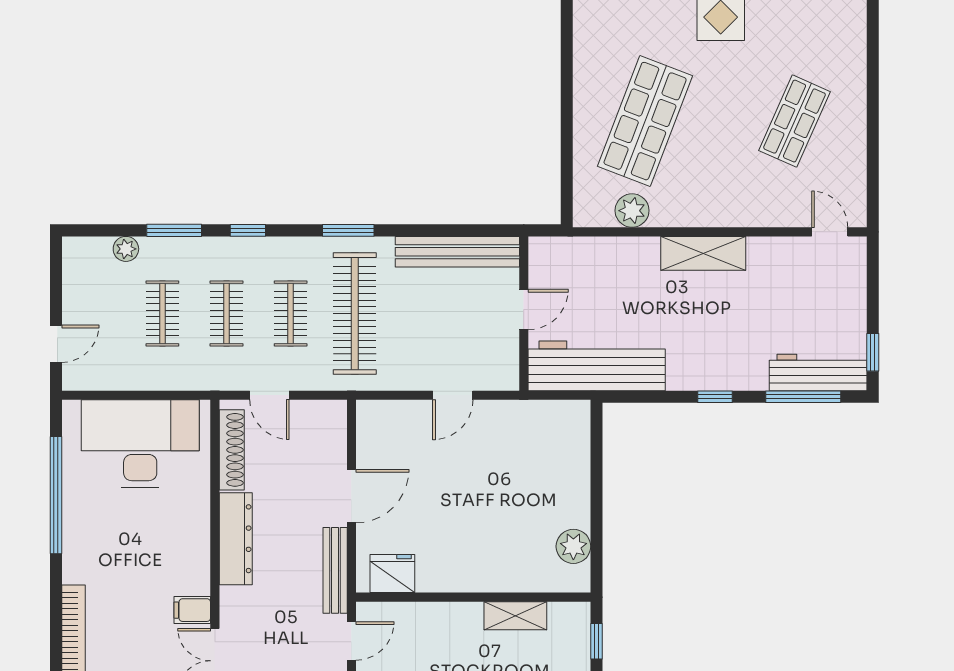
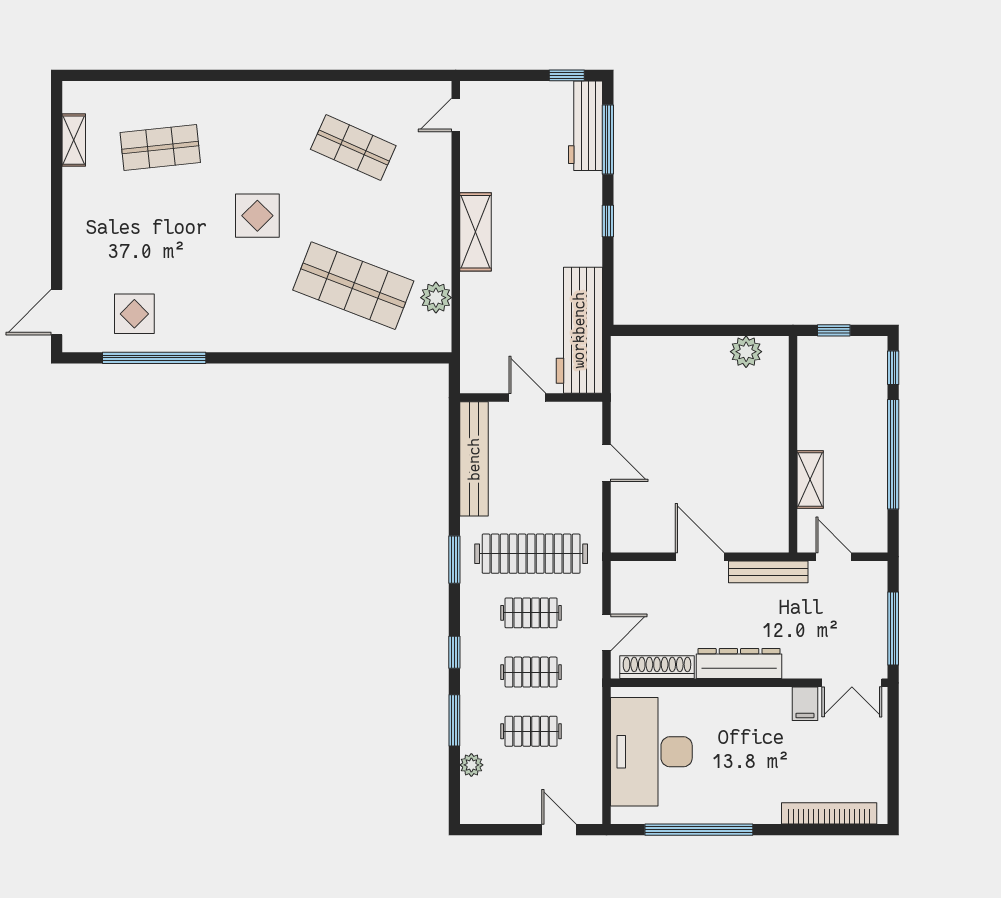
fridge: (392, 574) -> (771, 519), removed
shelving: (515, 616) -> (810, 480), moved

